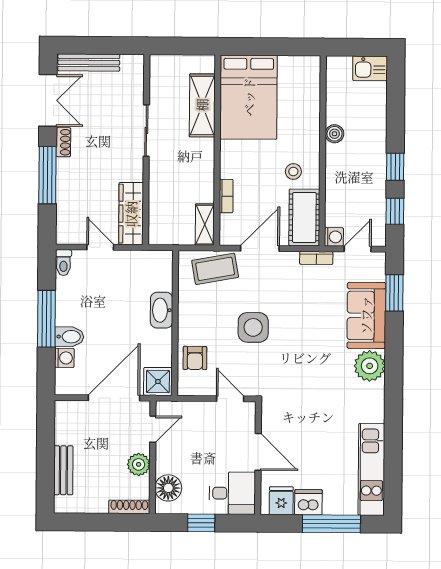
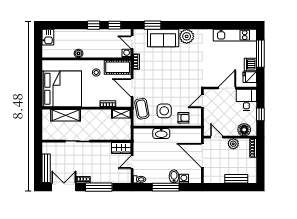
bed: (249, 97) -> (62, 89), width x1.36
wardrobe: (131, 214) -> (121, 148), width x0.67
side table: (253, 327) -> (164, 111), moved
shower: (158, 382) -> (195, 135), removed

